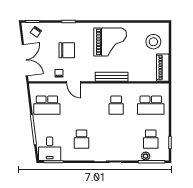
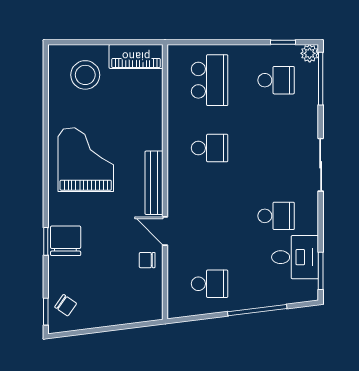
chair: (67, 50) -> (66, 241), moved
double door: (25, 60) -> (121, 327), removed
bench: (112, 77) -> (154, 183), moved
door: (74, 82) -> (165, 231), swing flipped
school desk: (47, 105) -> (210, 284), width x0.54
desk: (50, 149) -> (295, 257), moved
plant: (146, 156) -> (310, 53), moved

